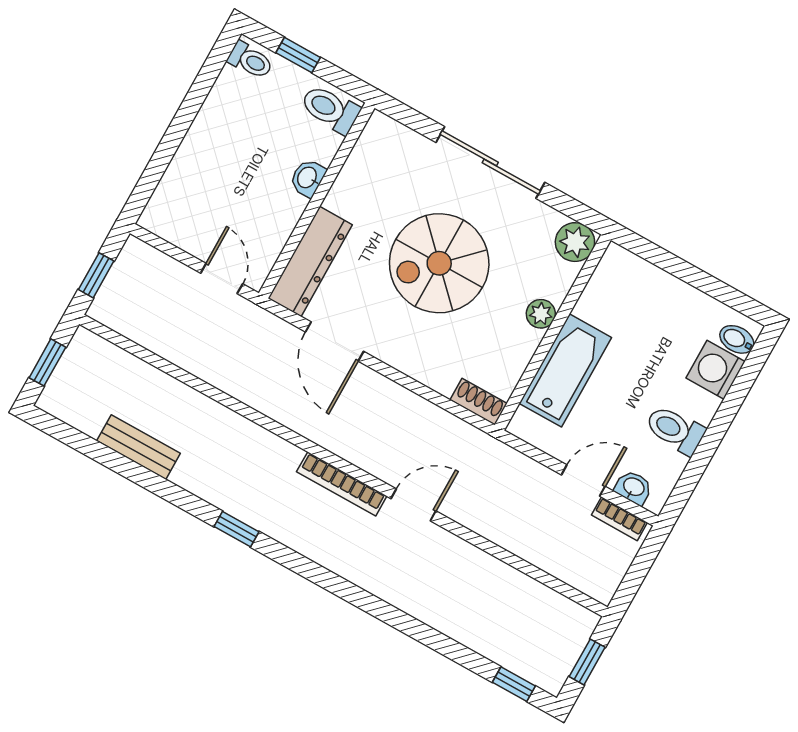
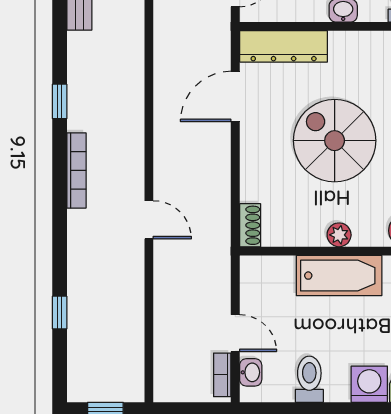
bathtub: (565, 370) -> (339, 276), moved
bookcase: (342, 484) -> (76, 170), moved, turned 180
window: (514, 684) -> (60, 313), moved

